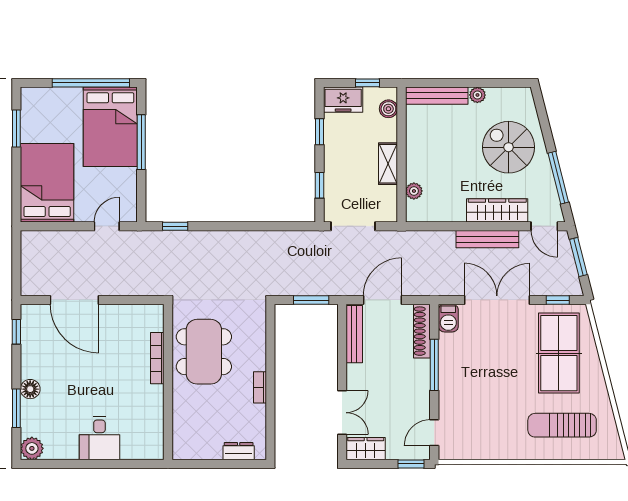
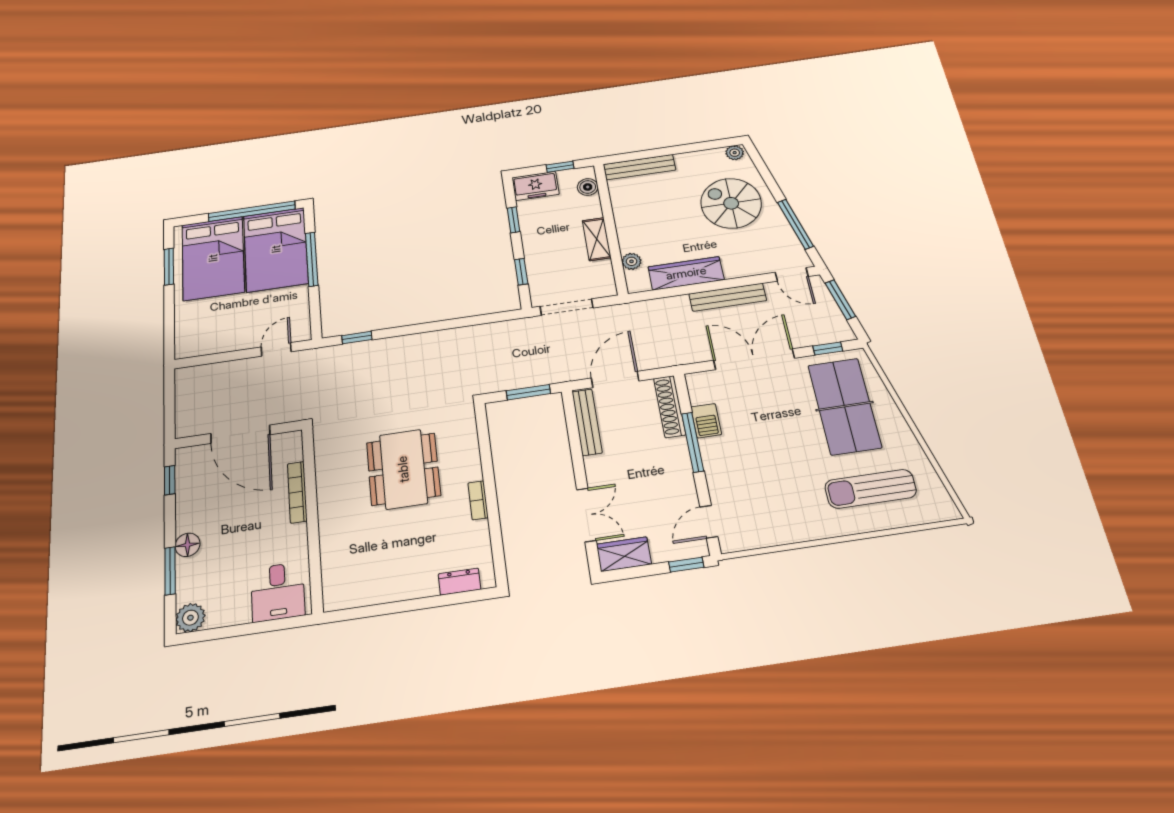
plant: (477, 95) -> (735, 153), moved
bed: (47, 183) -> (213, 258), moved, turned 180
wardrobe: (497, 210) -> (686, 273), moved
barbecue: (448, 318) -> (706, 421), moved
bookcase: (157, 358) -> (297, 492), moved
wall: (168, 382) -> (312, 518), moved

